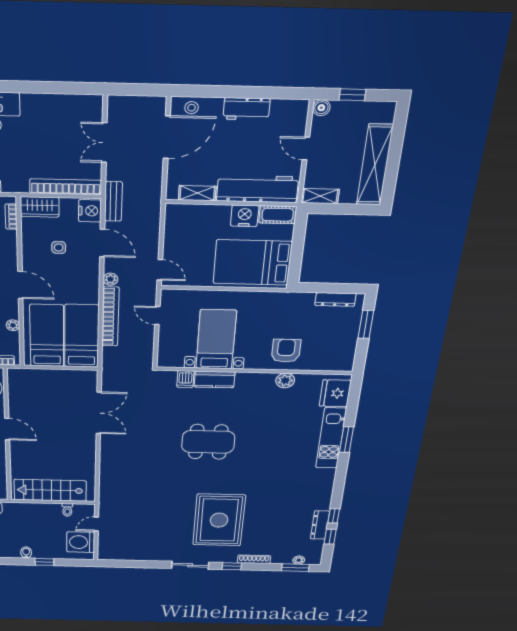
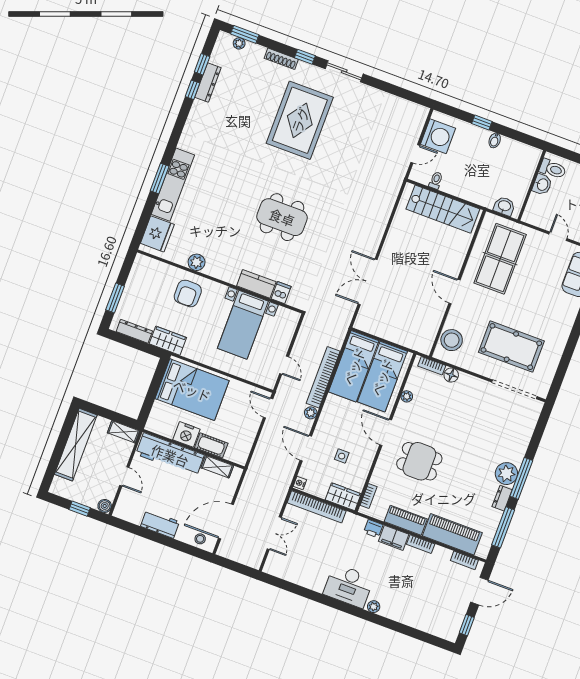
bench: (113, 201) -> (284, 482), removed
nightstand: (90, 211) -> (300, 483), width x0.53, depth x0.56
cot: (278, 215) -> (211, 445), moved
wardrobe: (295, 301) -> (168, 341), added

